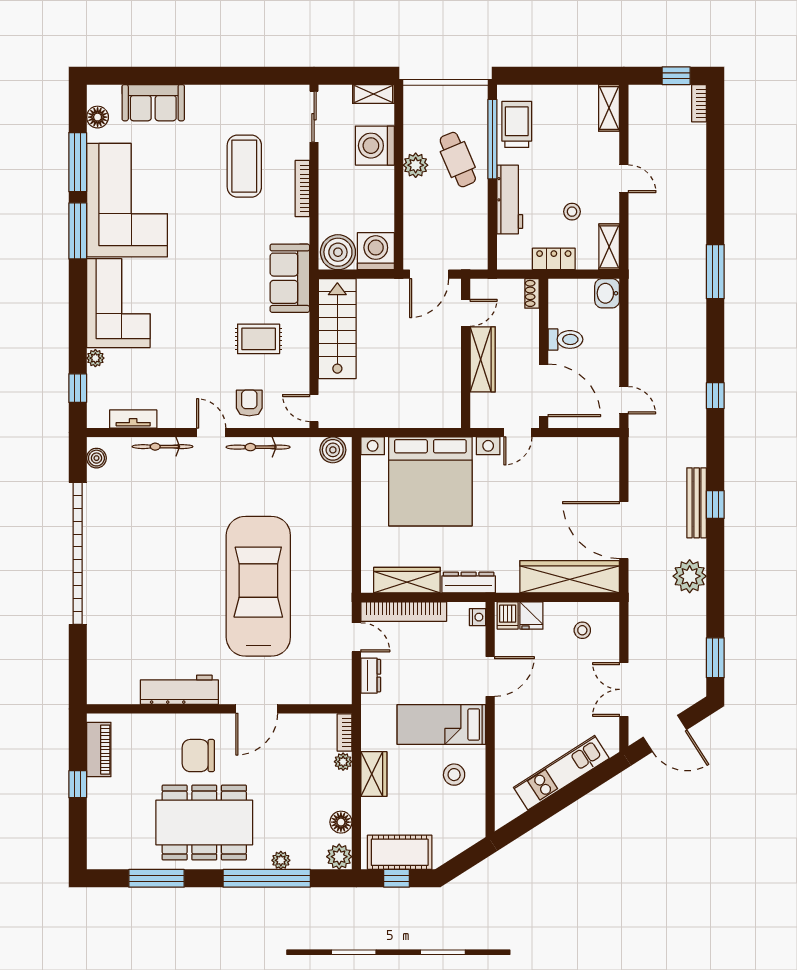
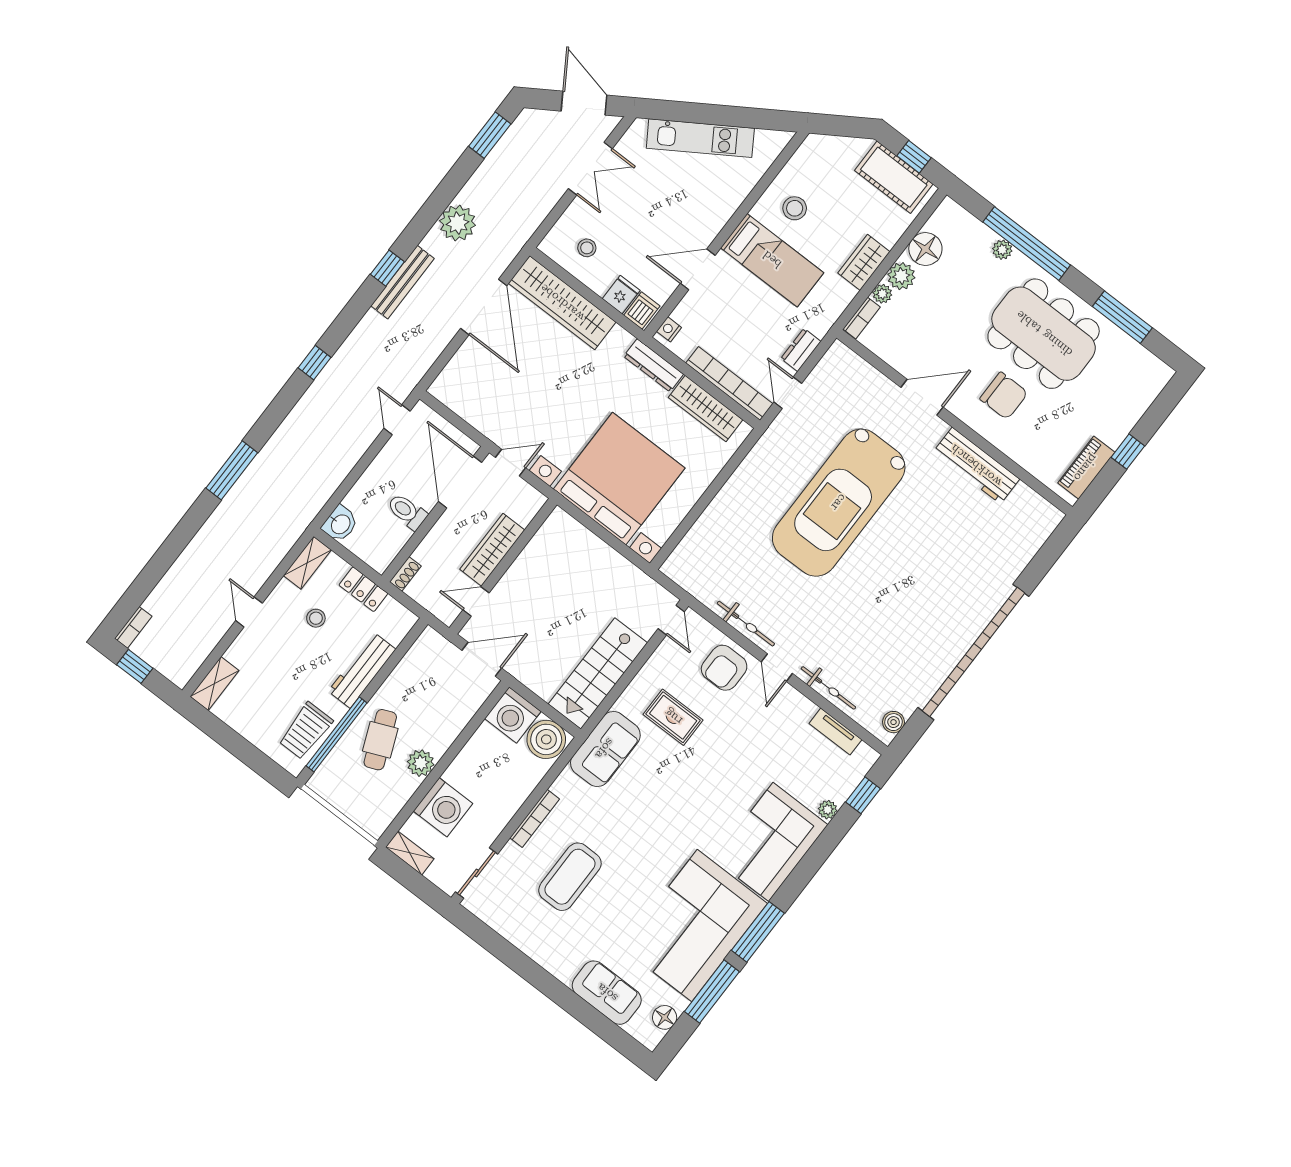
armchair: (249, 403) -> (724, 668), width x1.38, depth x1.38
boiler: (333, 450) -> (683, 571), removed
floor lamp: (341, 822) -> (925, 249), width x1.38, depth x1.38
plant: (339, 857) -> (901, 276), moved

